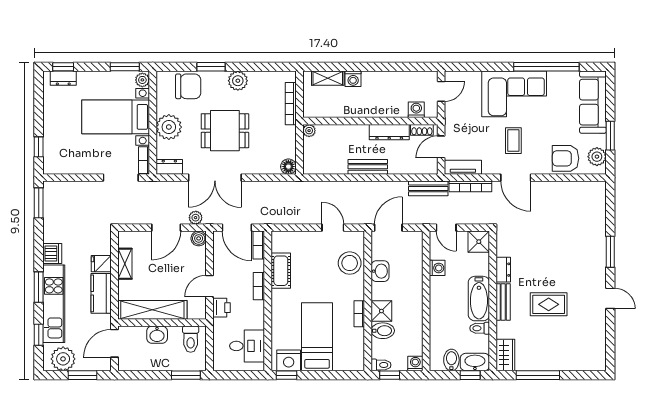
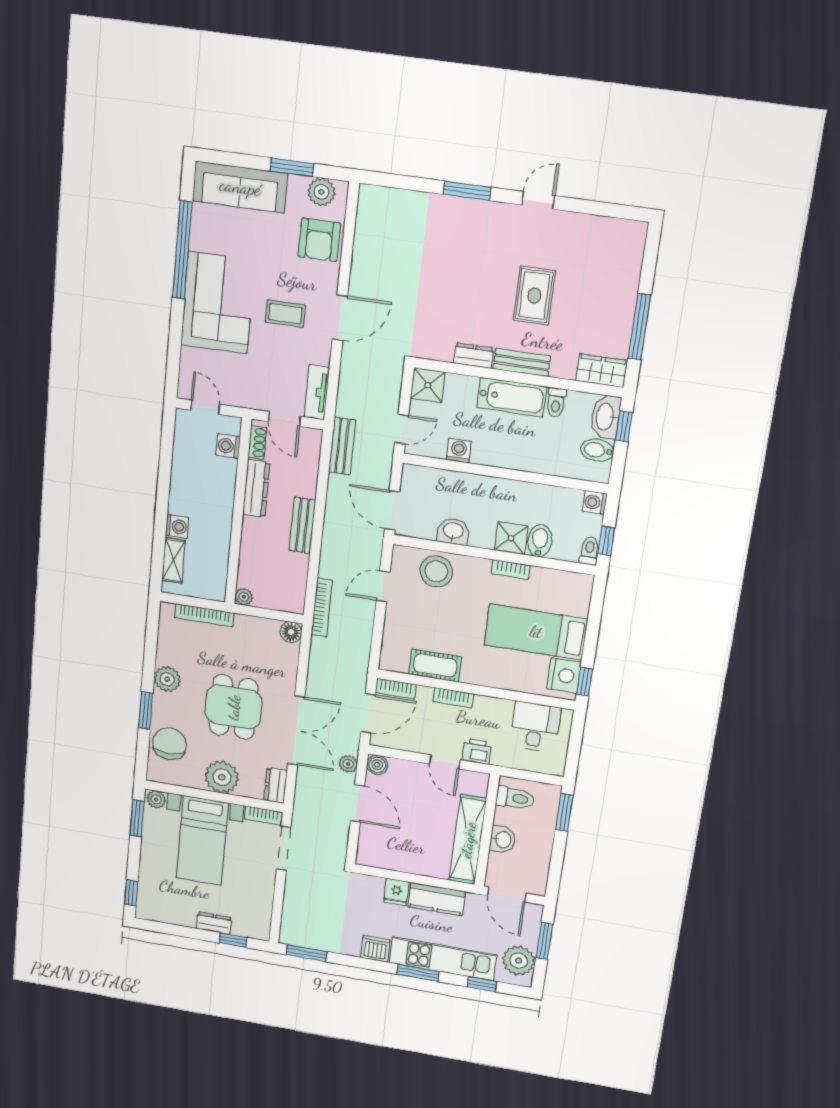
dresser: (63, 78) -> (214, 923), moved, turned -90
bookcase: (470, 186) -> (322, 608), moved
shelving: (125, 264) -> (400, 863), removed

